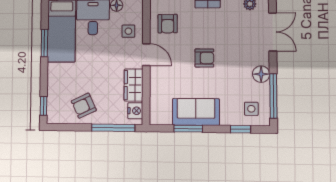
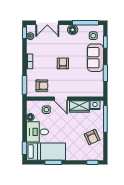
double door: (273, 32) -> (47, 23), swing flipped
door: (146, 55) -> (61, 99), swing flipped
sofa: (196, 112) -> (95, 58), moved

